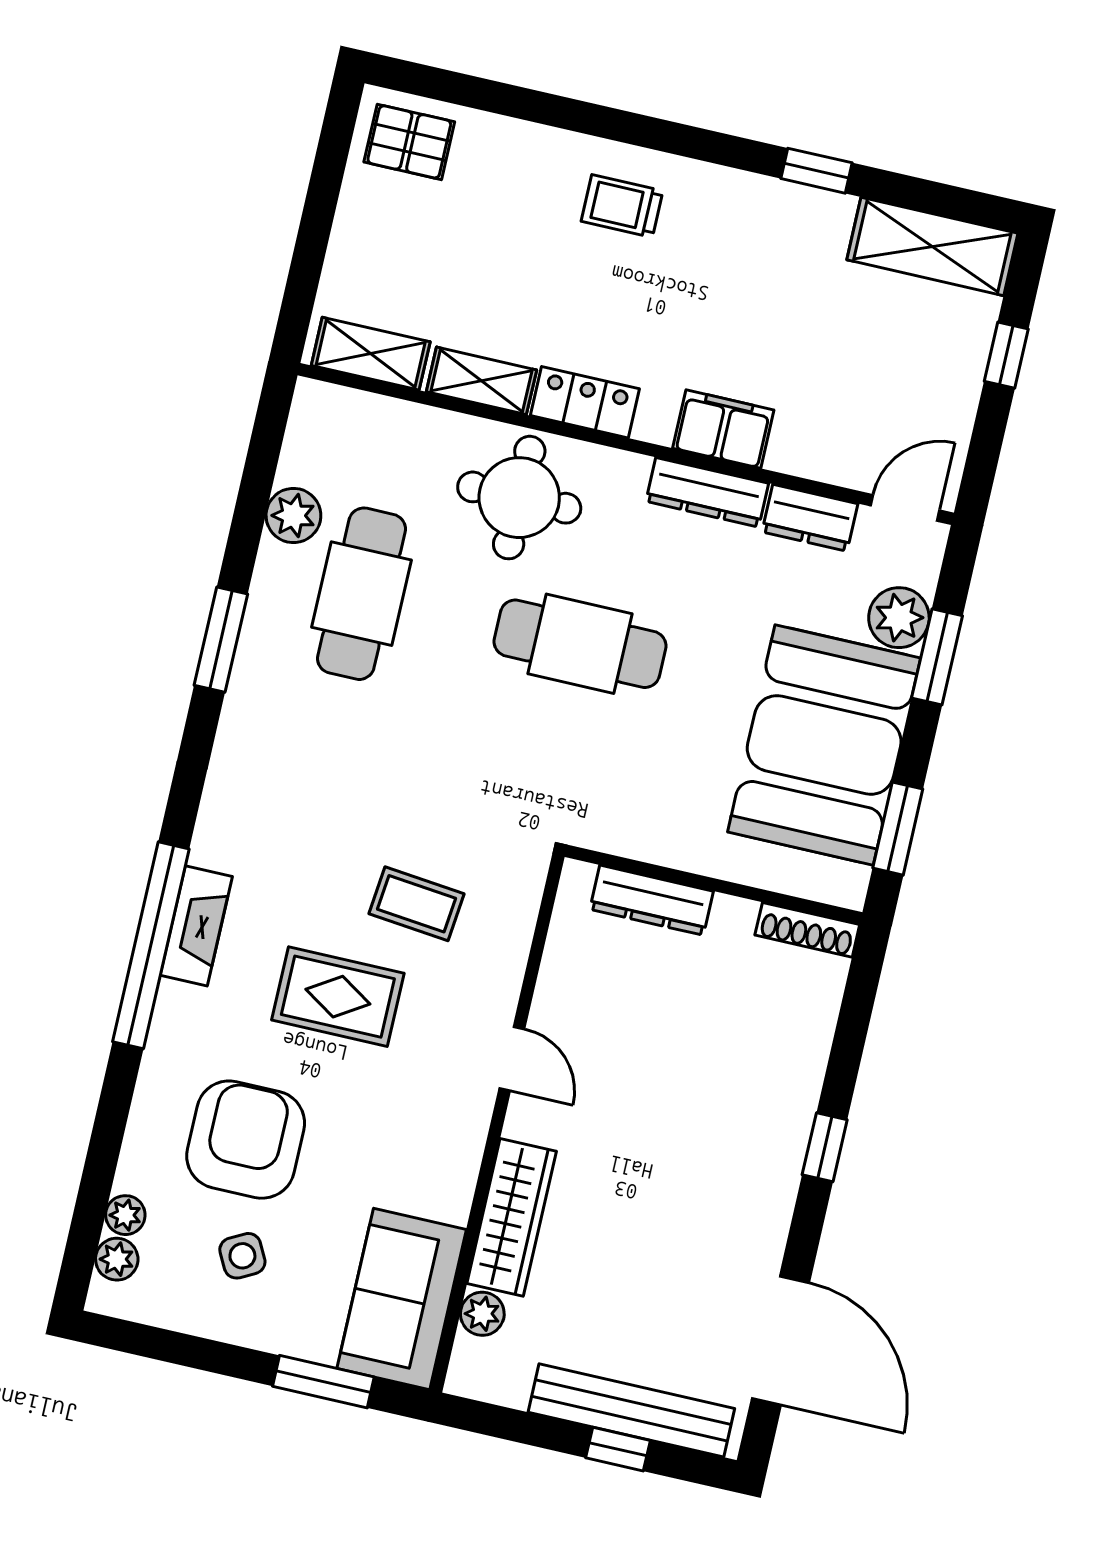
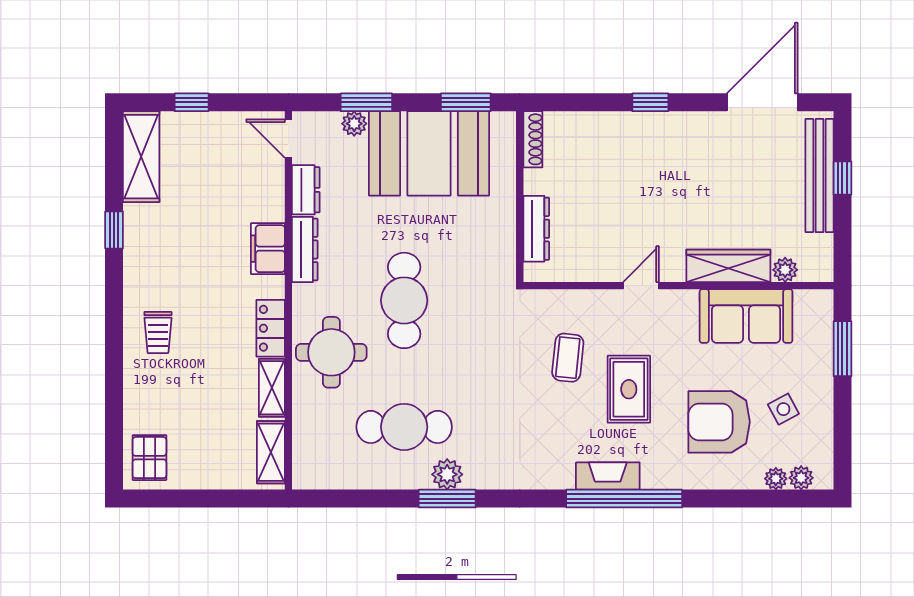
plant: (293, 515) -> (447, 474), moved
plant: (899, 618) -> (354, 124), width x0.73, depth x0.73
sofa: (402, 1299) -> (746, 316), moved

